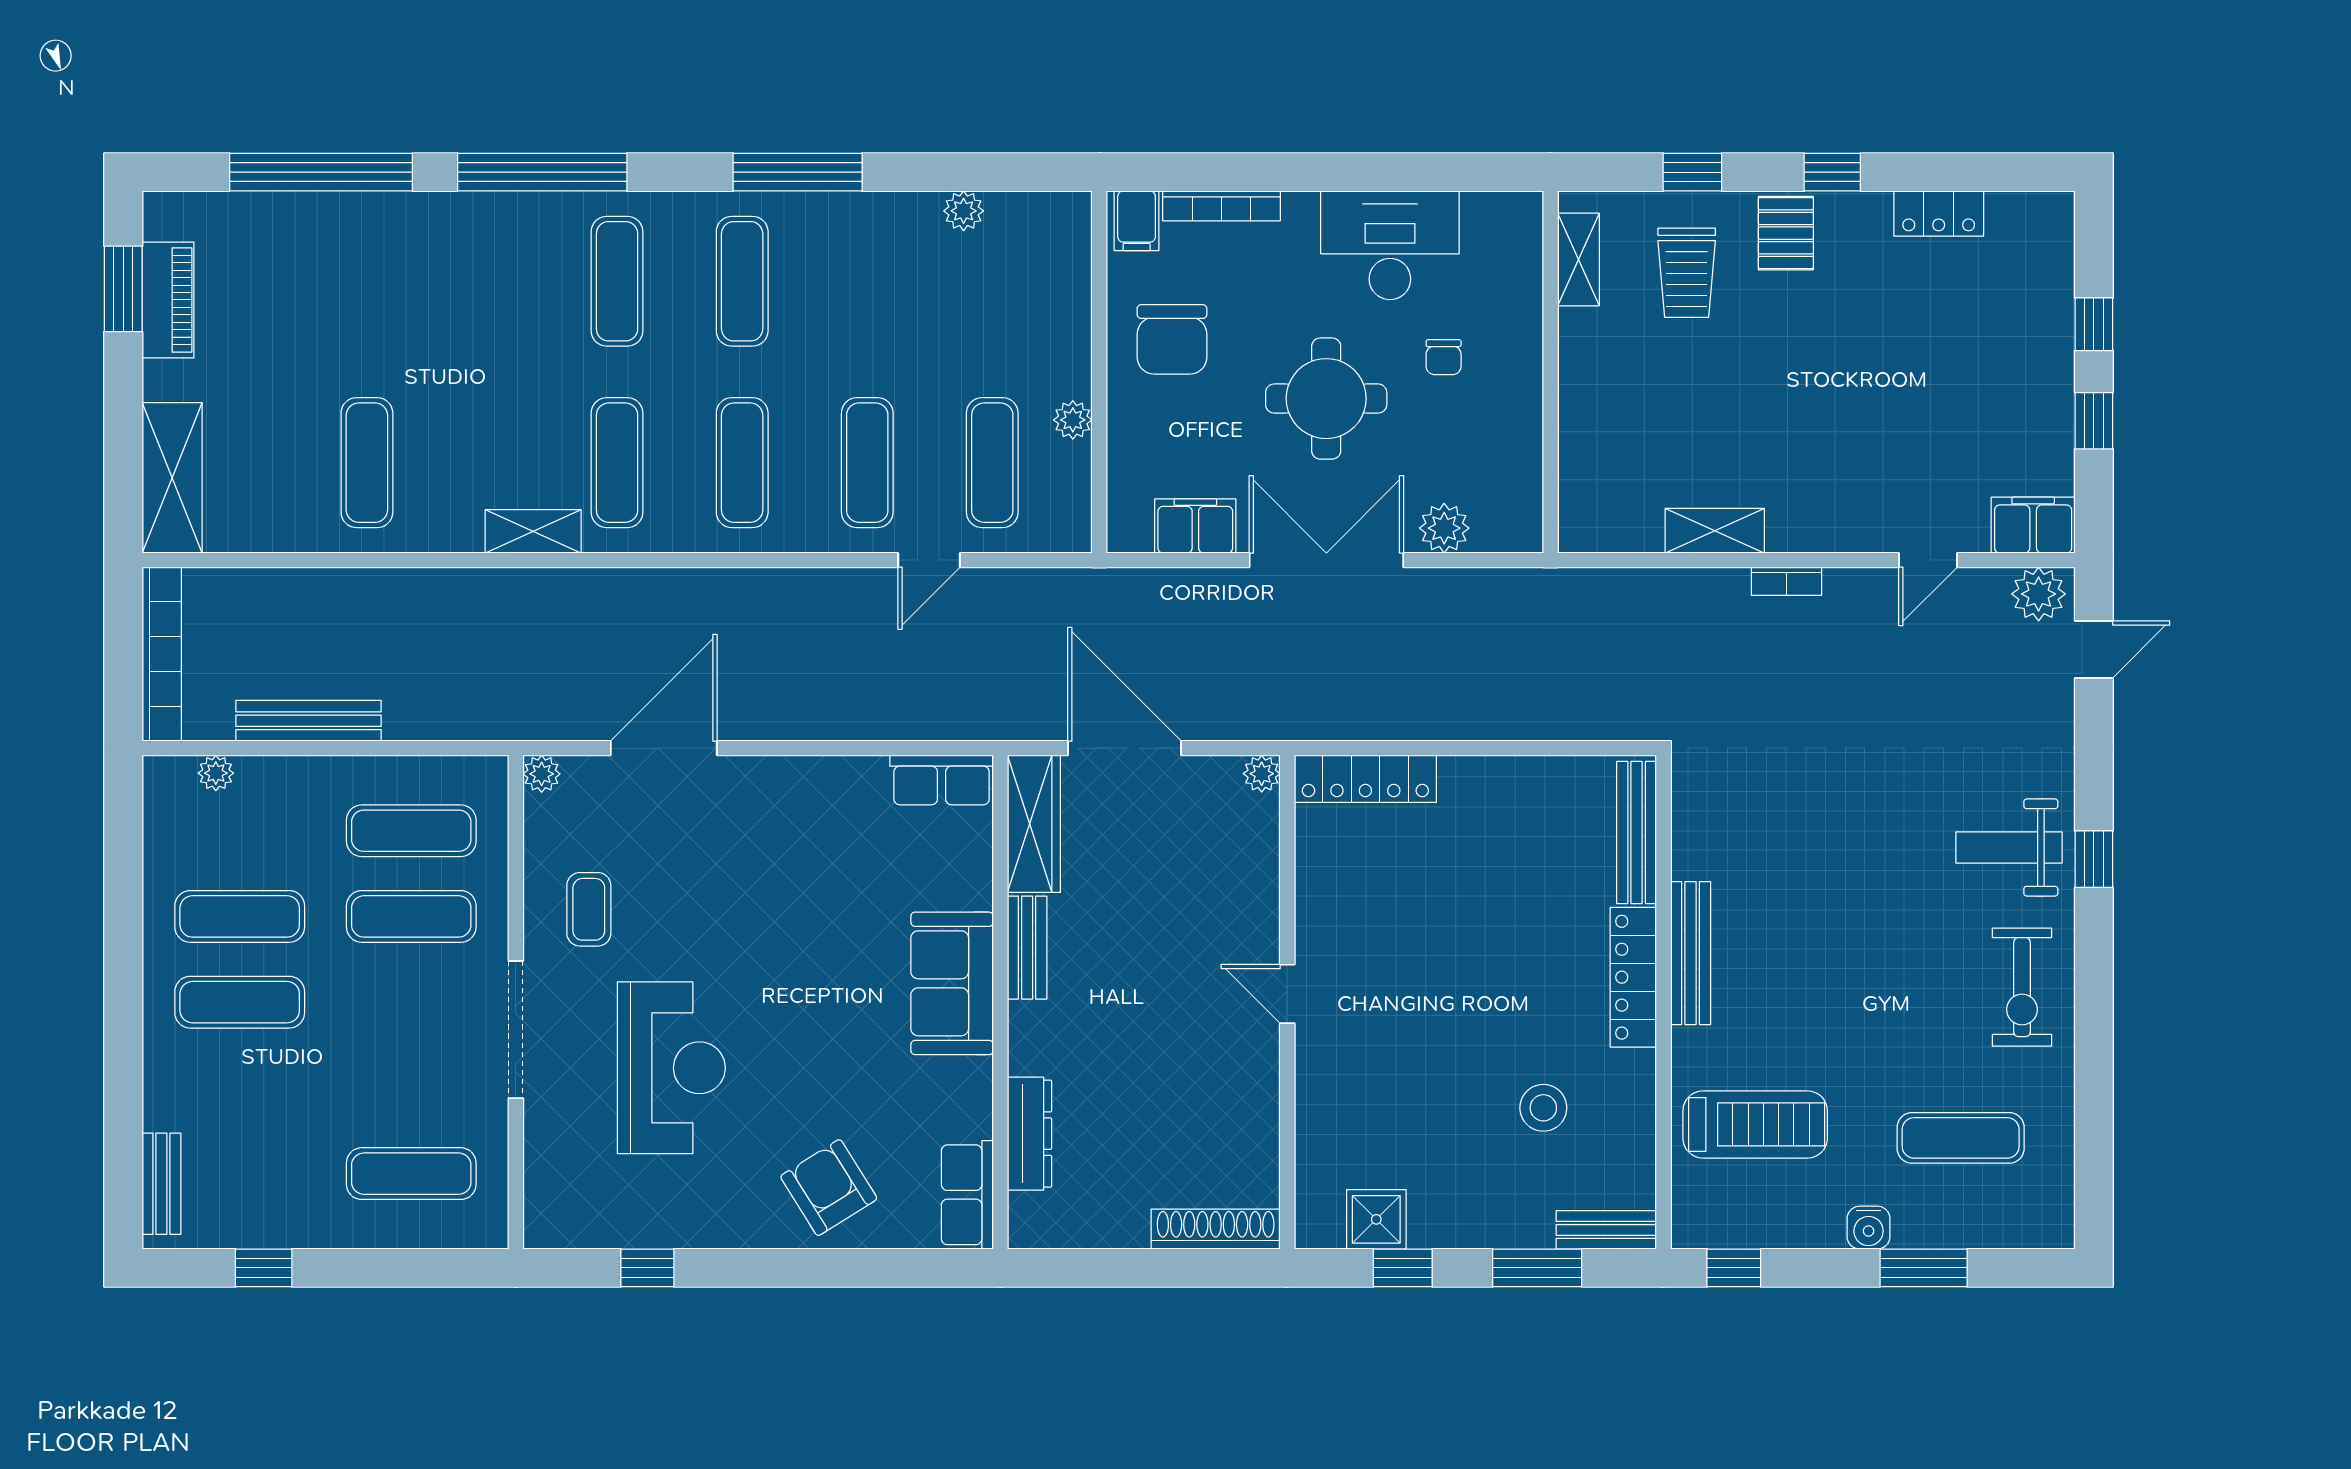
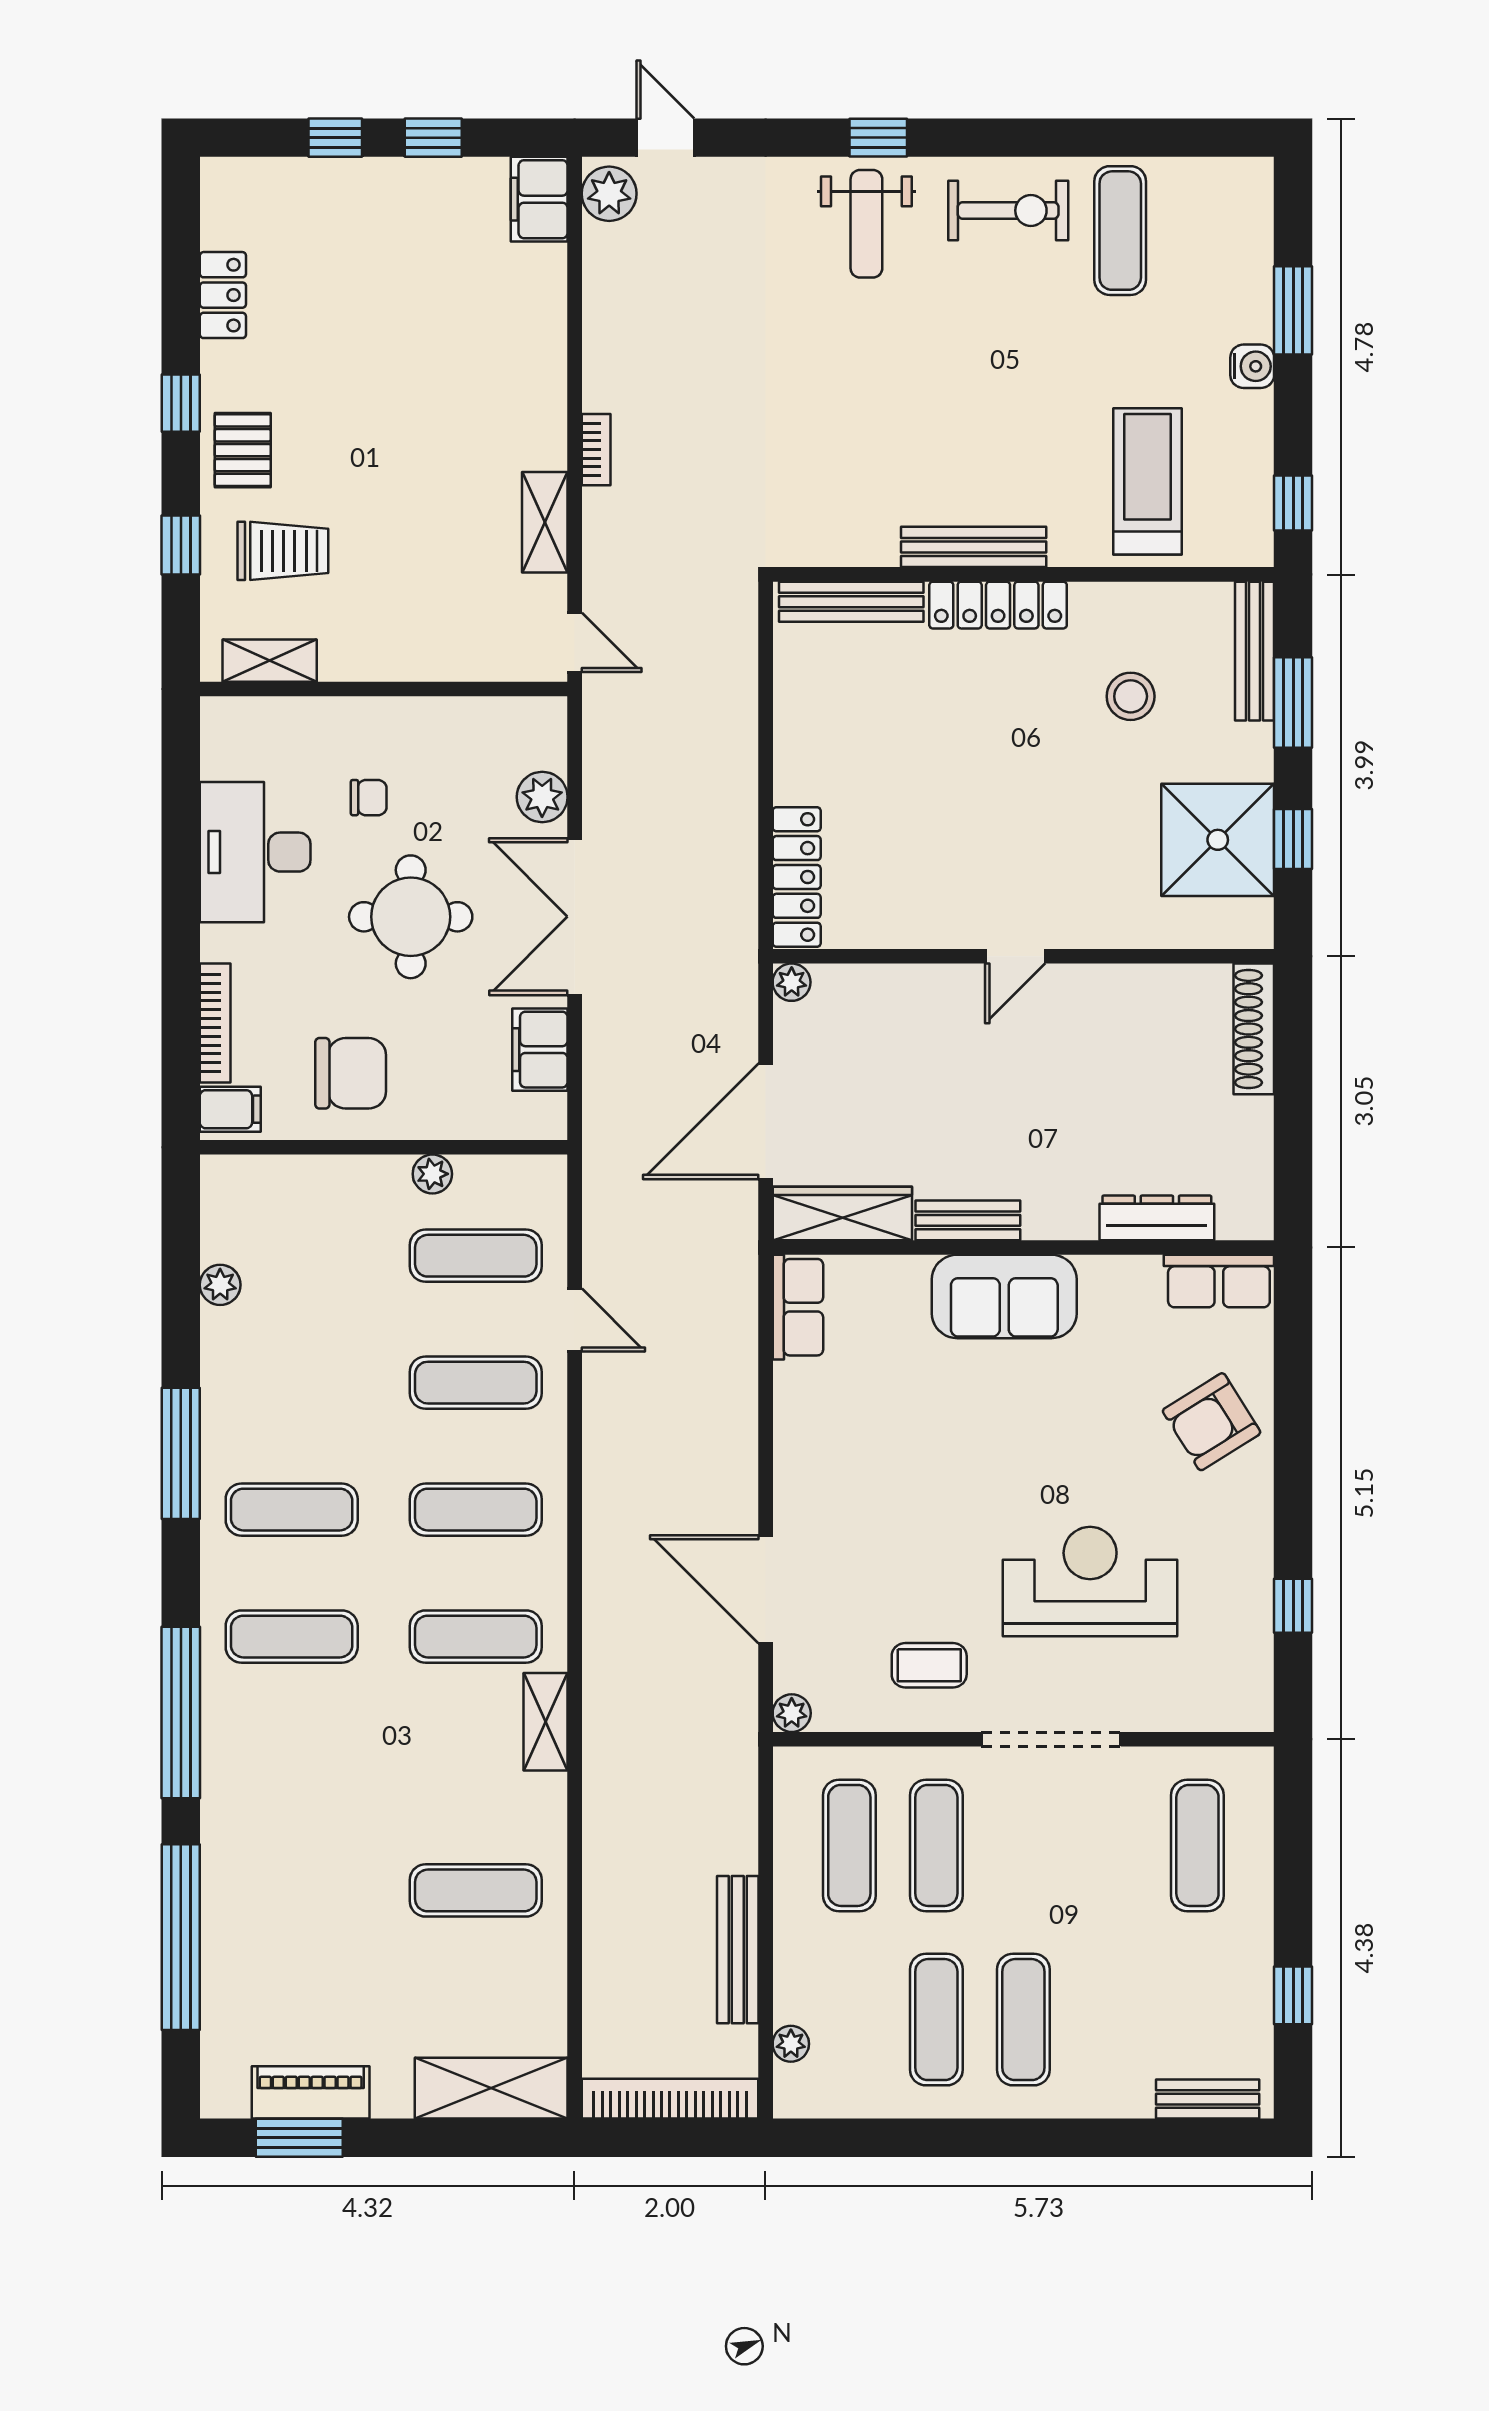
pallet: (1786, 233) -> (243, 450), turned 90
door: (1928, 560) -> (575, 642), moved
exercise mat: (1961, 1138) -> (1120, 231), moved
shower: (1376, 1219) -> (1218, 840), width x1.86, depth x1.86
bench: (1606, 1230) -> (1255, 651), width x1.36

